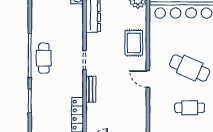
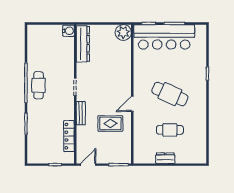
rug: (134, 43) -> (110, 123), moved, turned 90
door: (148, 79) -> (132, 104), hinge flipped

